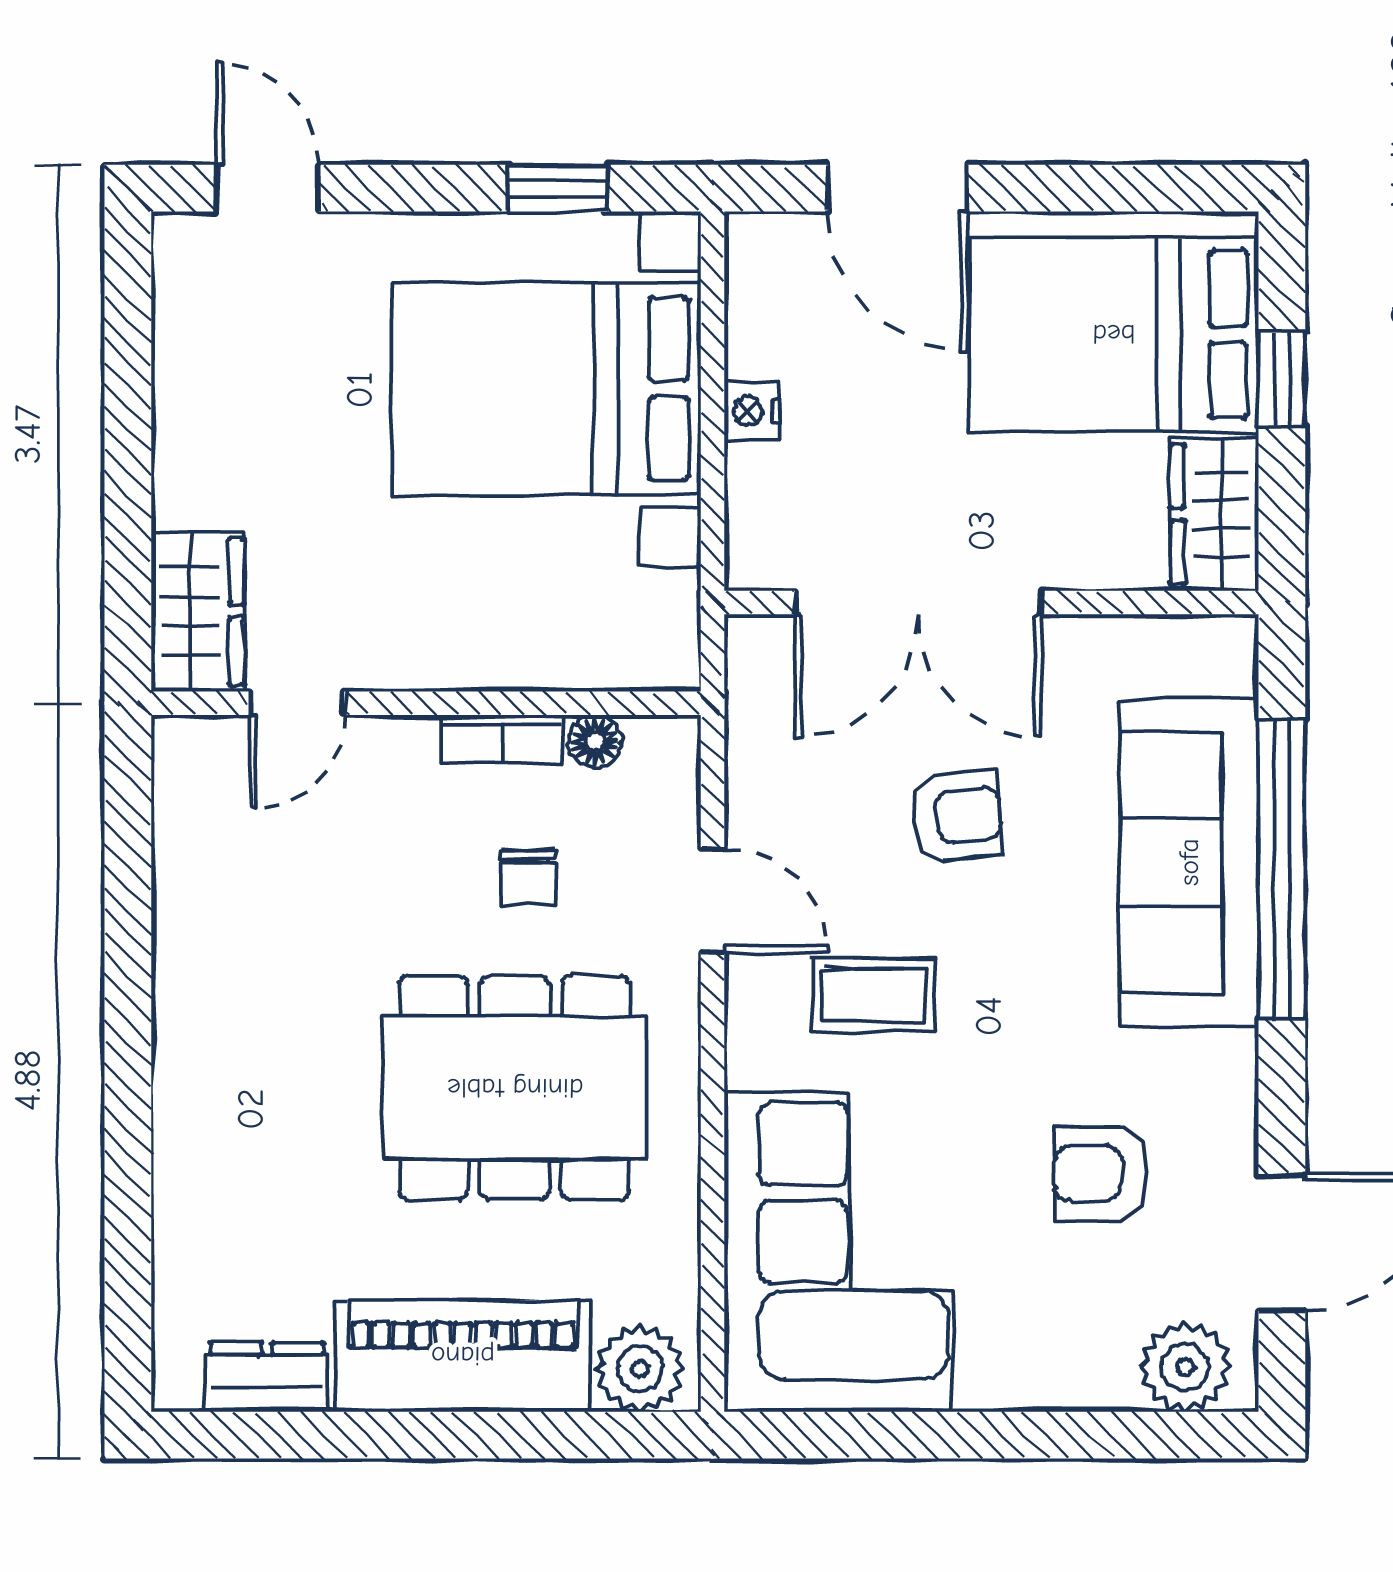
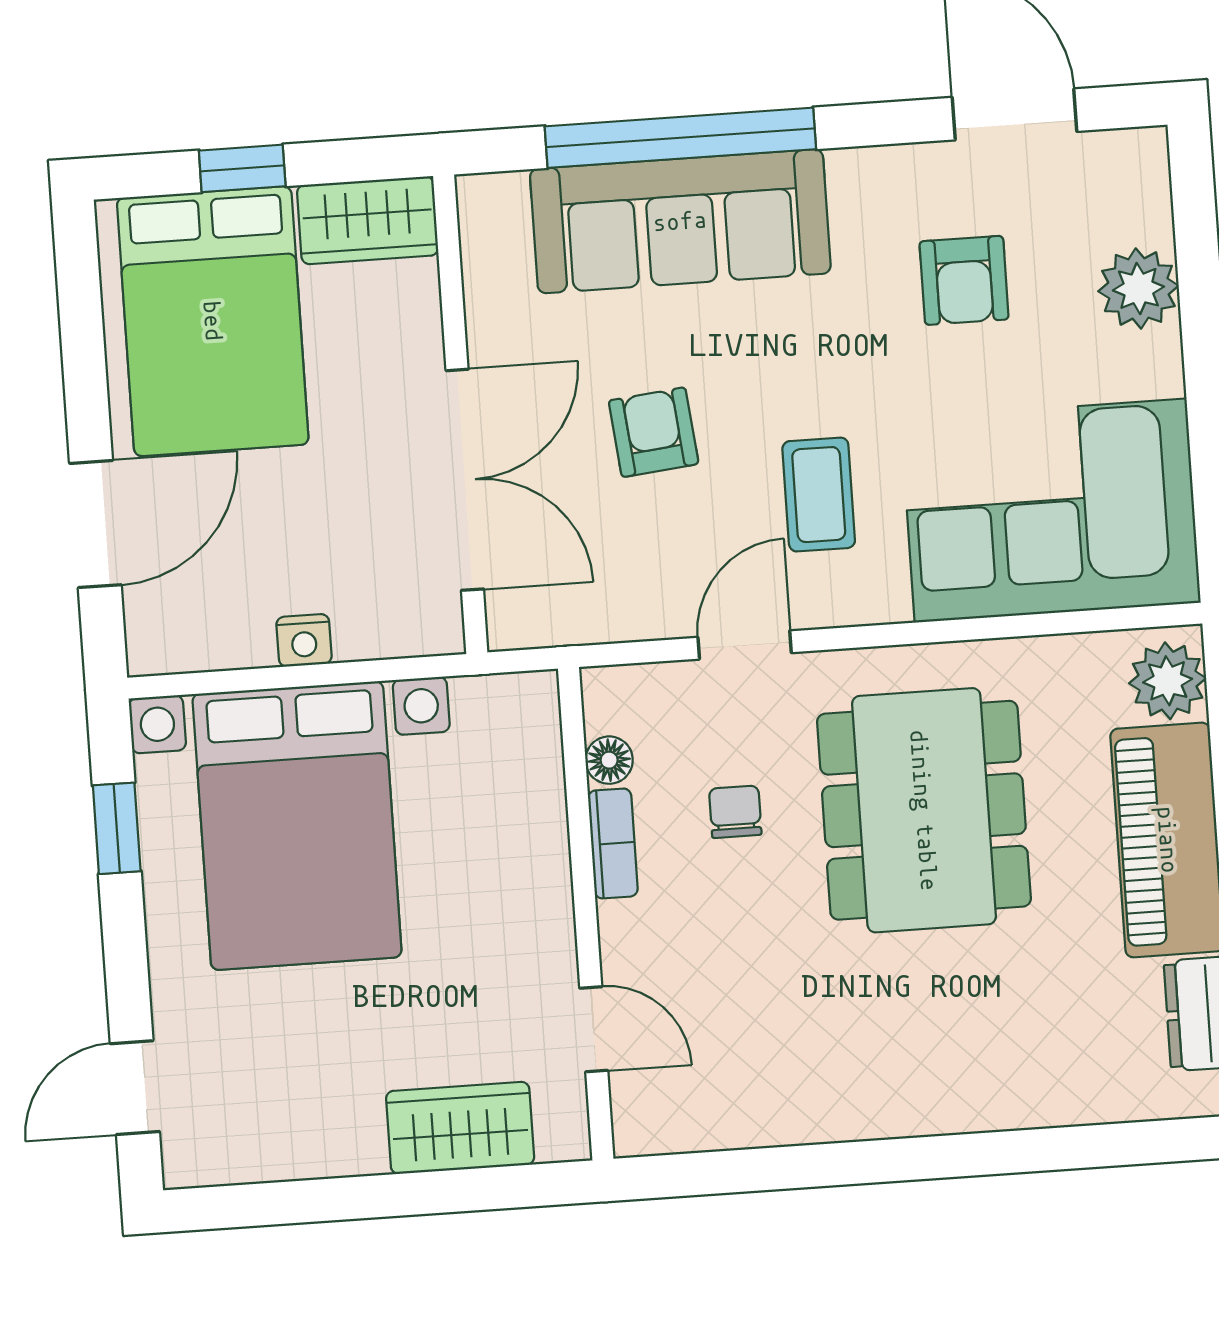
wardrobe: (198, 611) -> (460, 1128), moved
chair: (528, 878) -> (735, 812), turned -90
plant: (1185, 1367) -> (1138, 288), moved

